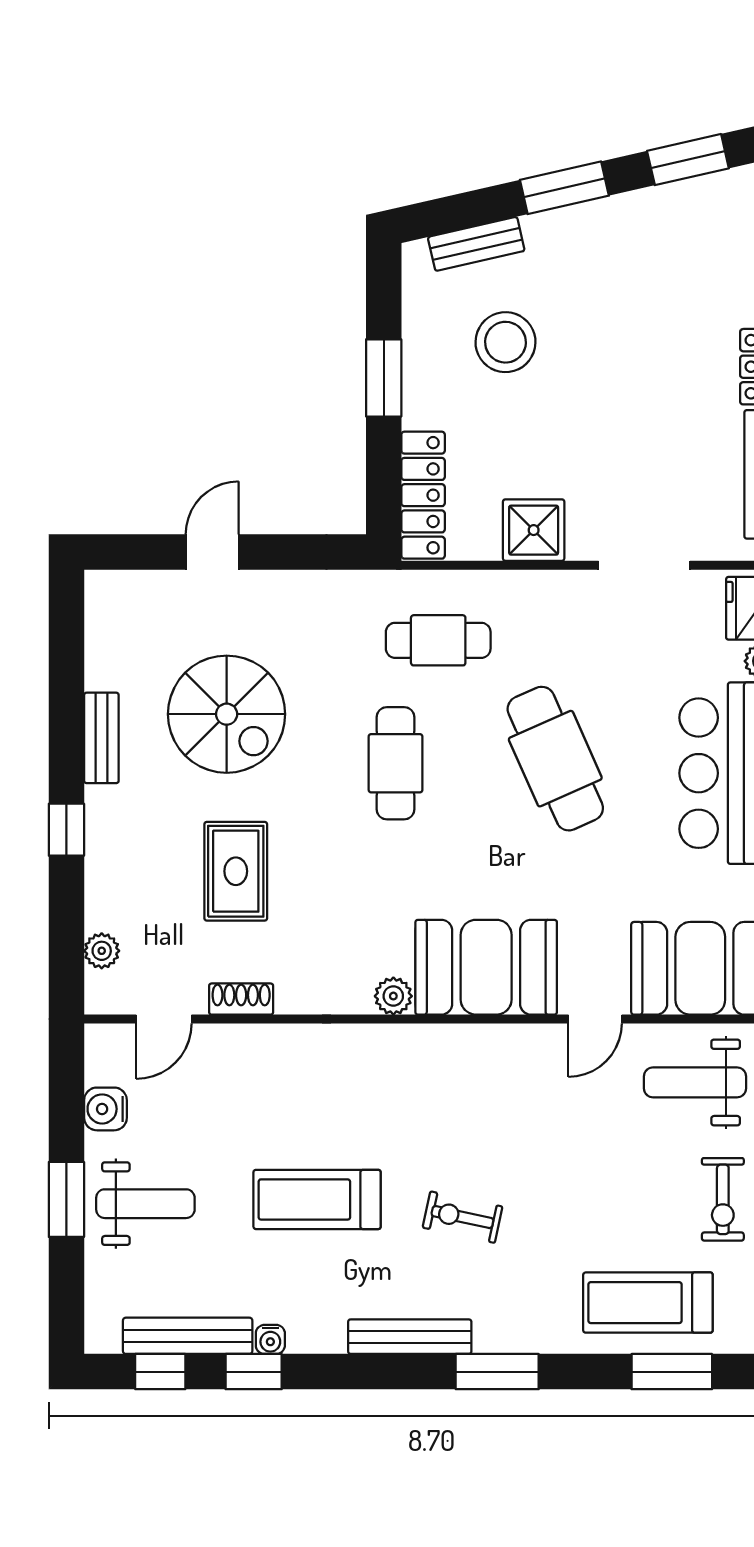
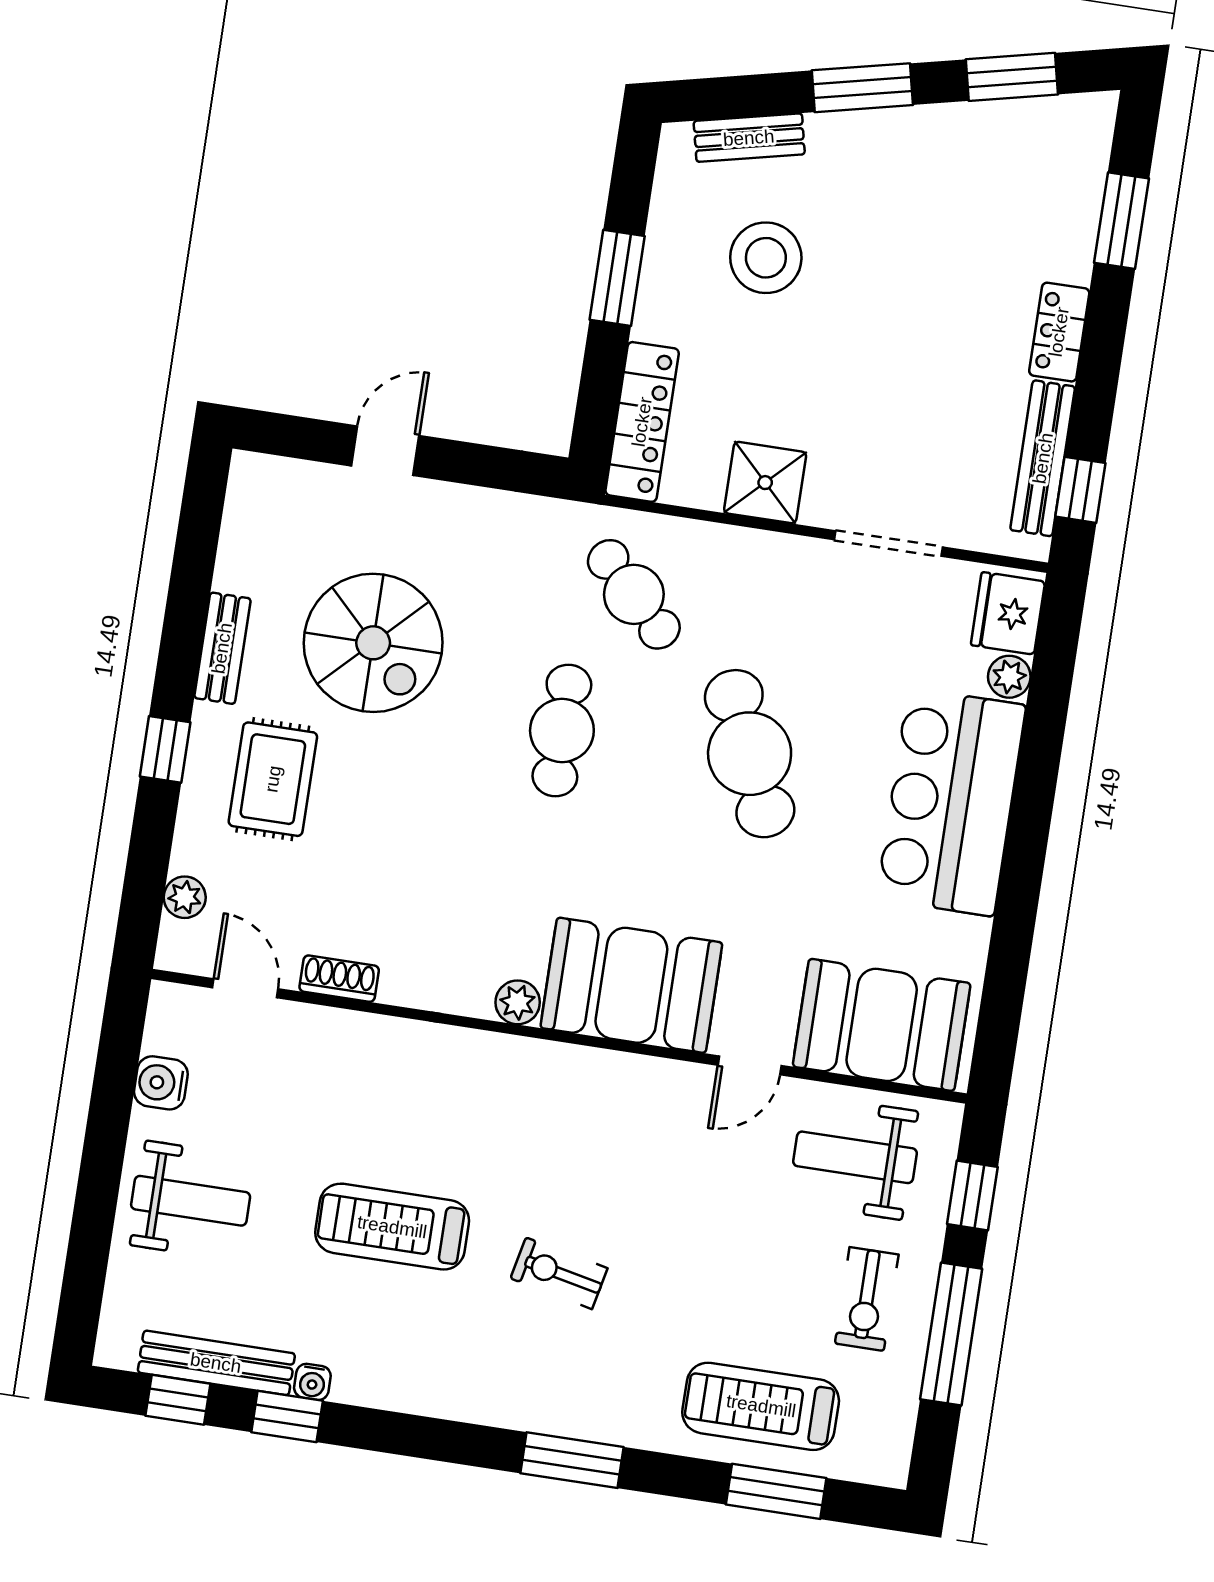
cafe table: (438, 640) -> (634, 594), turned 45
rug: (236, 871) -> (273, 779), moved
door: (164, 1019) -> (245, 988), swing flipped
window: (66, 1199) -> (99, 1182), removed
bench: (410, 1337) -> (476, 1404), removed

